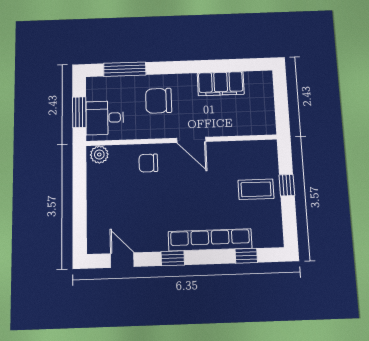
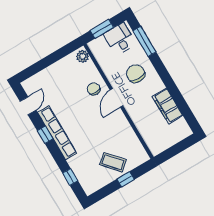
desk: (105, 118) -> (120, 39), moved
door: (191, 140) -> (117, 98), moved
coffee table: (256, 189) -> (113, 162), turned -41
row of seats: (210, 240) -> (57, 133), moved

